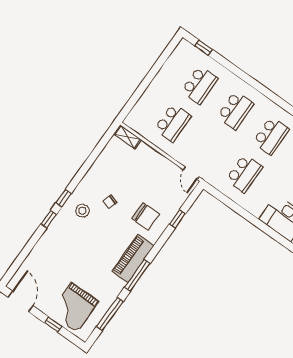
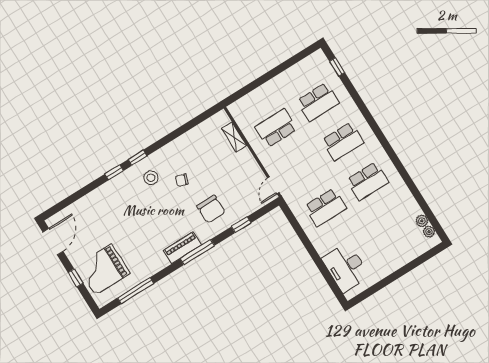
school desk: (173, 123) -> (276, 128), turned 180
shelving: (127, 137) -> (234, 137), moved
piano: (133, 258) -> (182, 248), width x0.73, depth x0.75
window: (137, 275) -> (197, 252), moved

